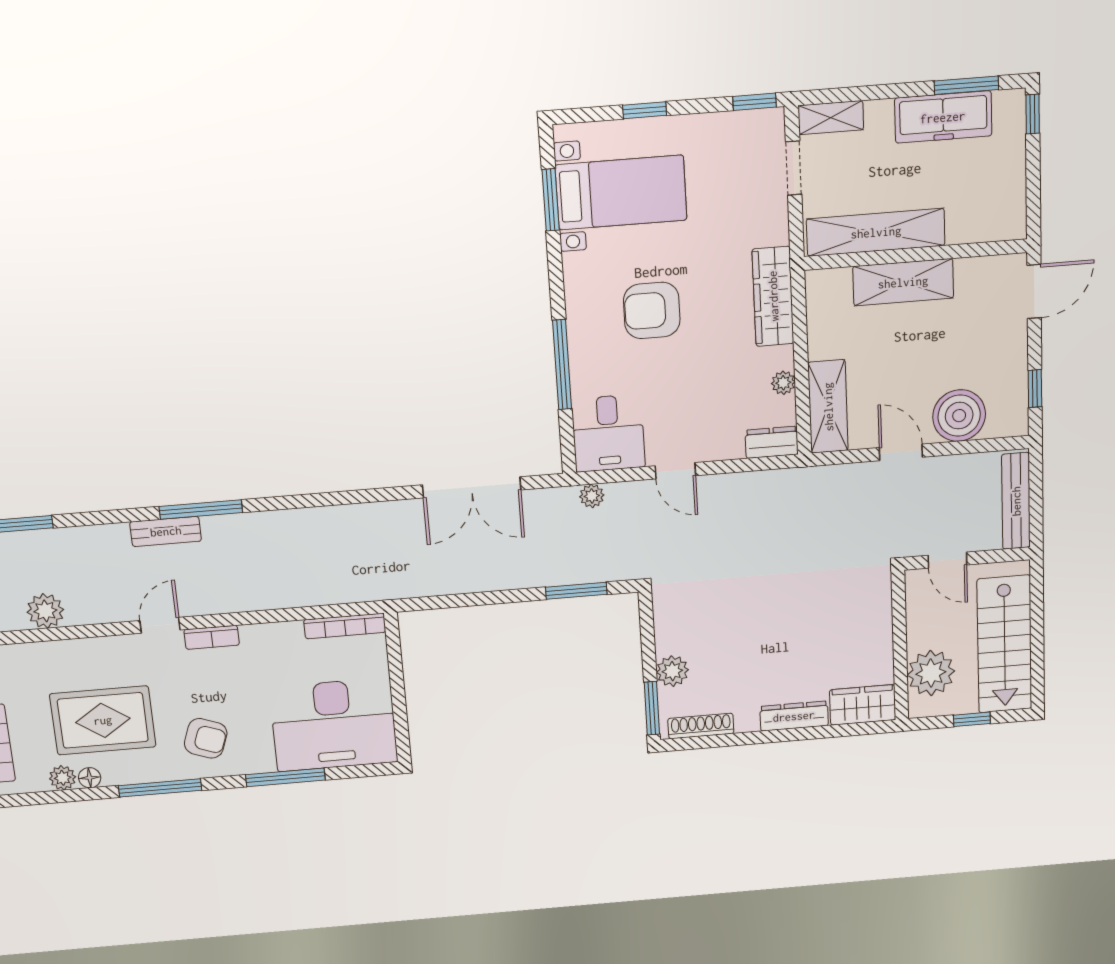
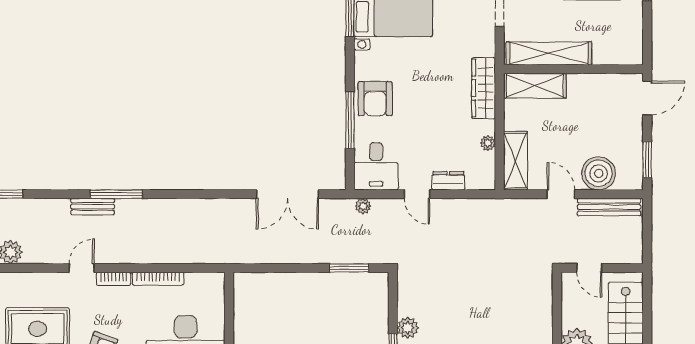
shelving: (903, 282) -> (535, 86), moved
armchair: (652, 310) -> (375, 99), moved, turned -90
window: (1035, 389) -> (647, 160), width x1.50
dresser: (772, 442) -> (448, 181), moved
bench: (1016, 501) -> (609, 207), moved, turned 90
bookcase: (345, 626) -> (158, 279), moved

